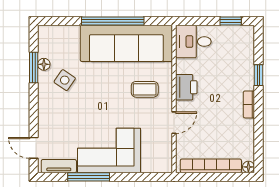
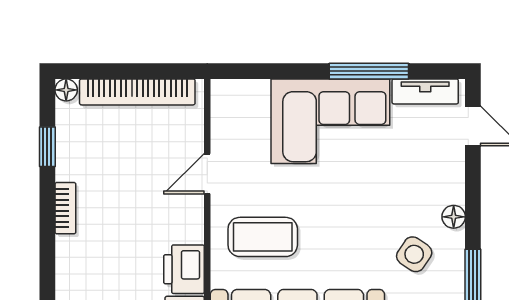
floor lamp: (44, 64) -> (454, 217), moved
window: (258, 75) -> (47, 147), moved
printer: (186, 87) -> (184, 269), moved
coffee table: (145, 89) -> (263, 237), width x1.36, depth x1.30

